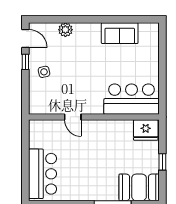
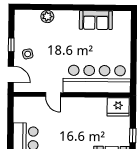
door: (25, 38) -> (11, 74), moved
bar counter: (132, 99) -> (97, 79), width x1.36

